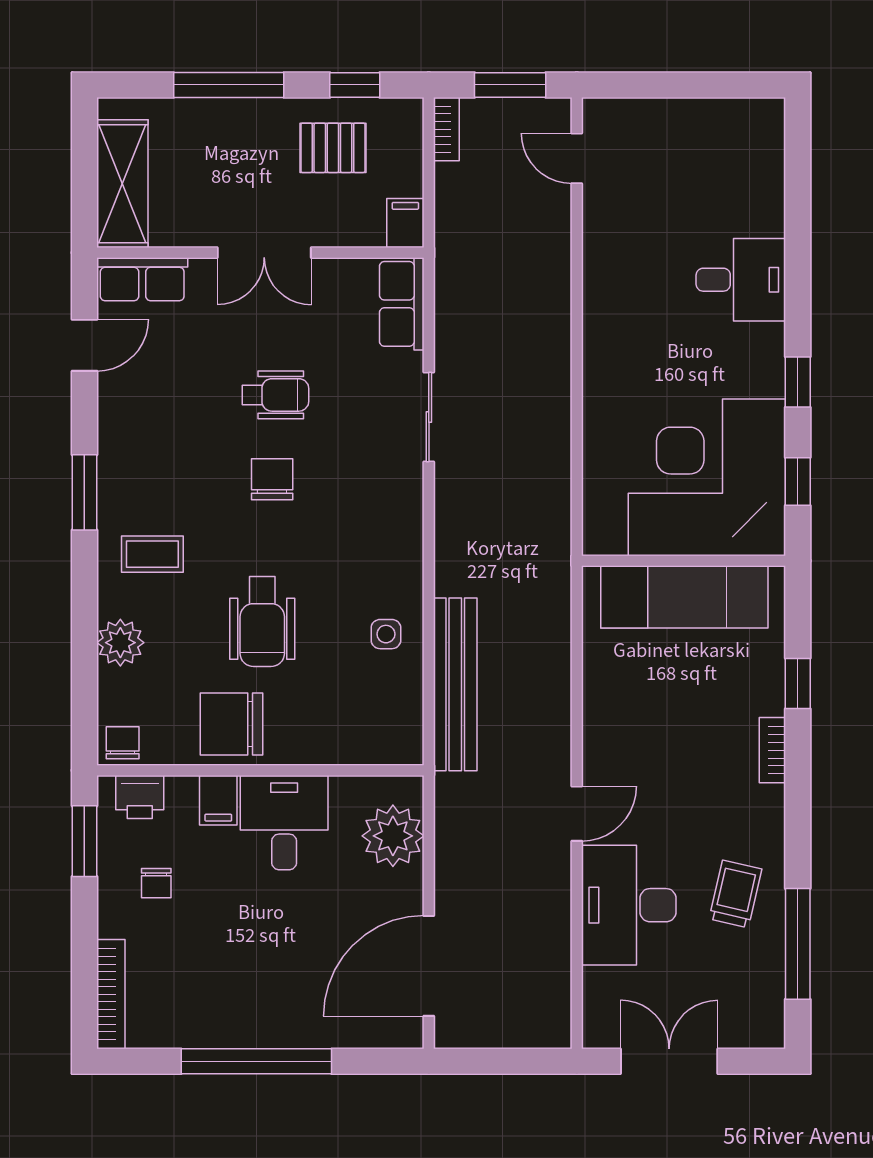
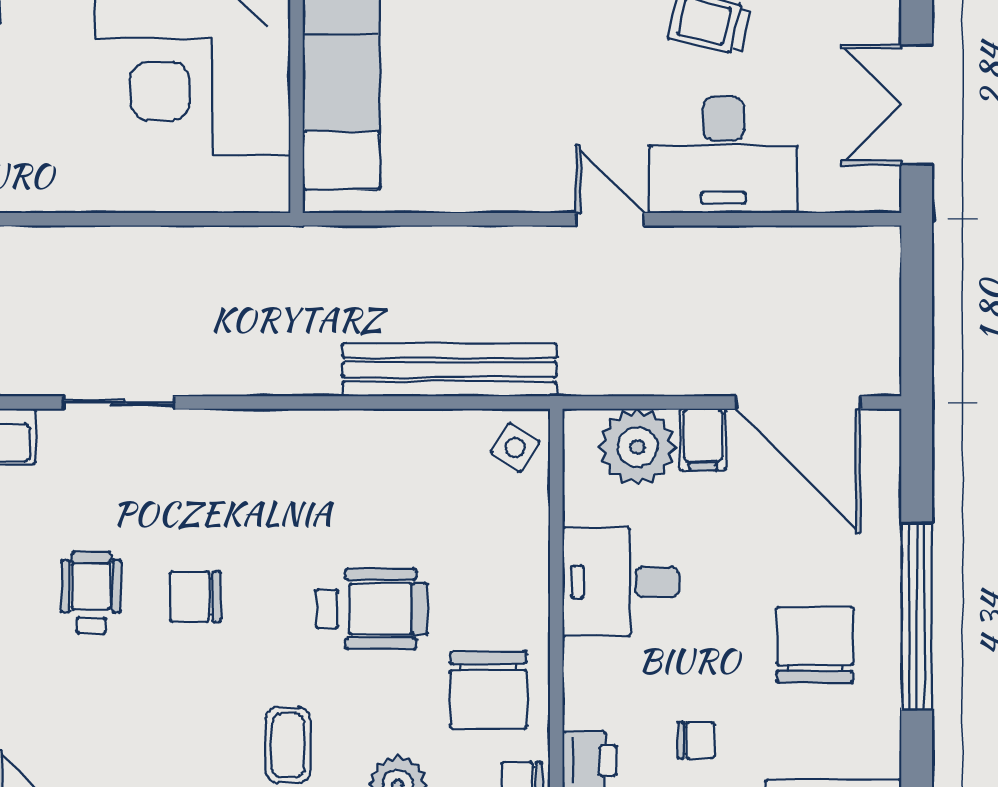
side table: (386, 634) -> (515, 448), moved, turned 33
chair: (231, 724) -> (488, 690), moved
filing cabinet: (218, 800) -> (703, 440), moved, turned 90
chair: (233, 979) -> (815, 645), added

